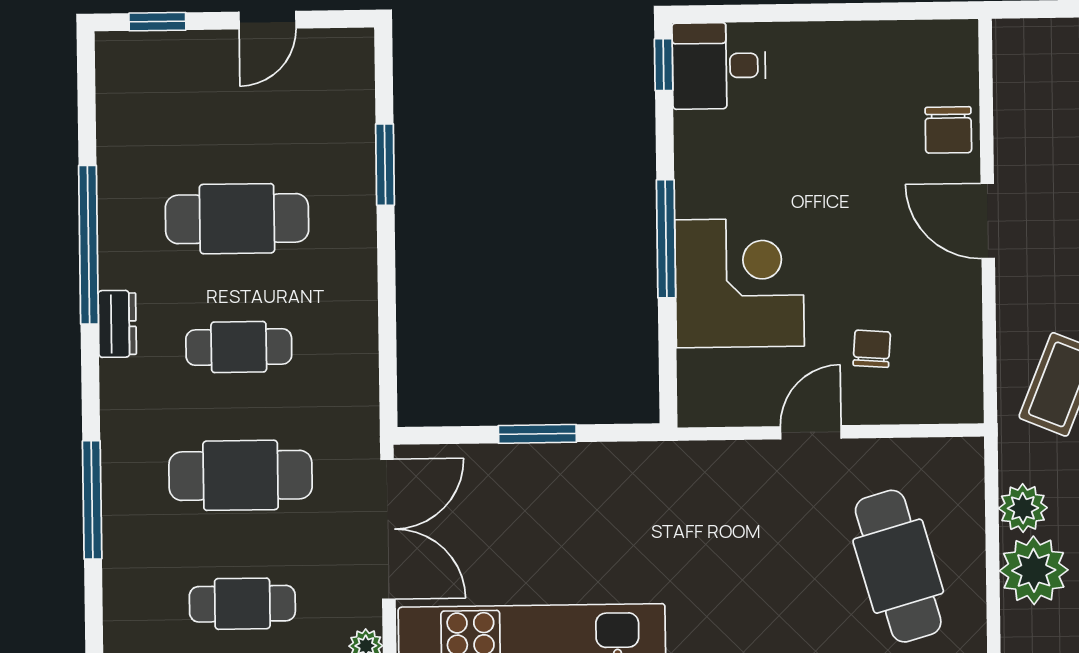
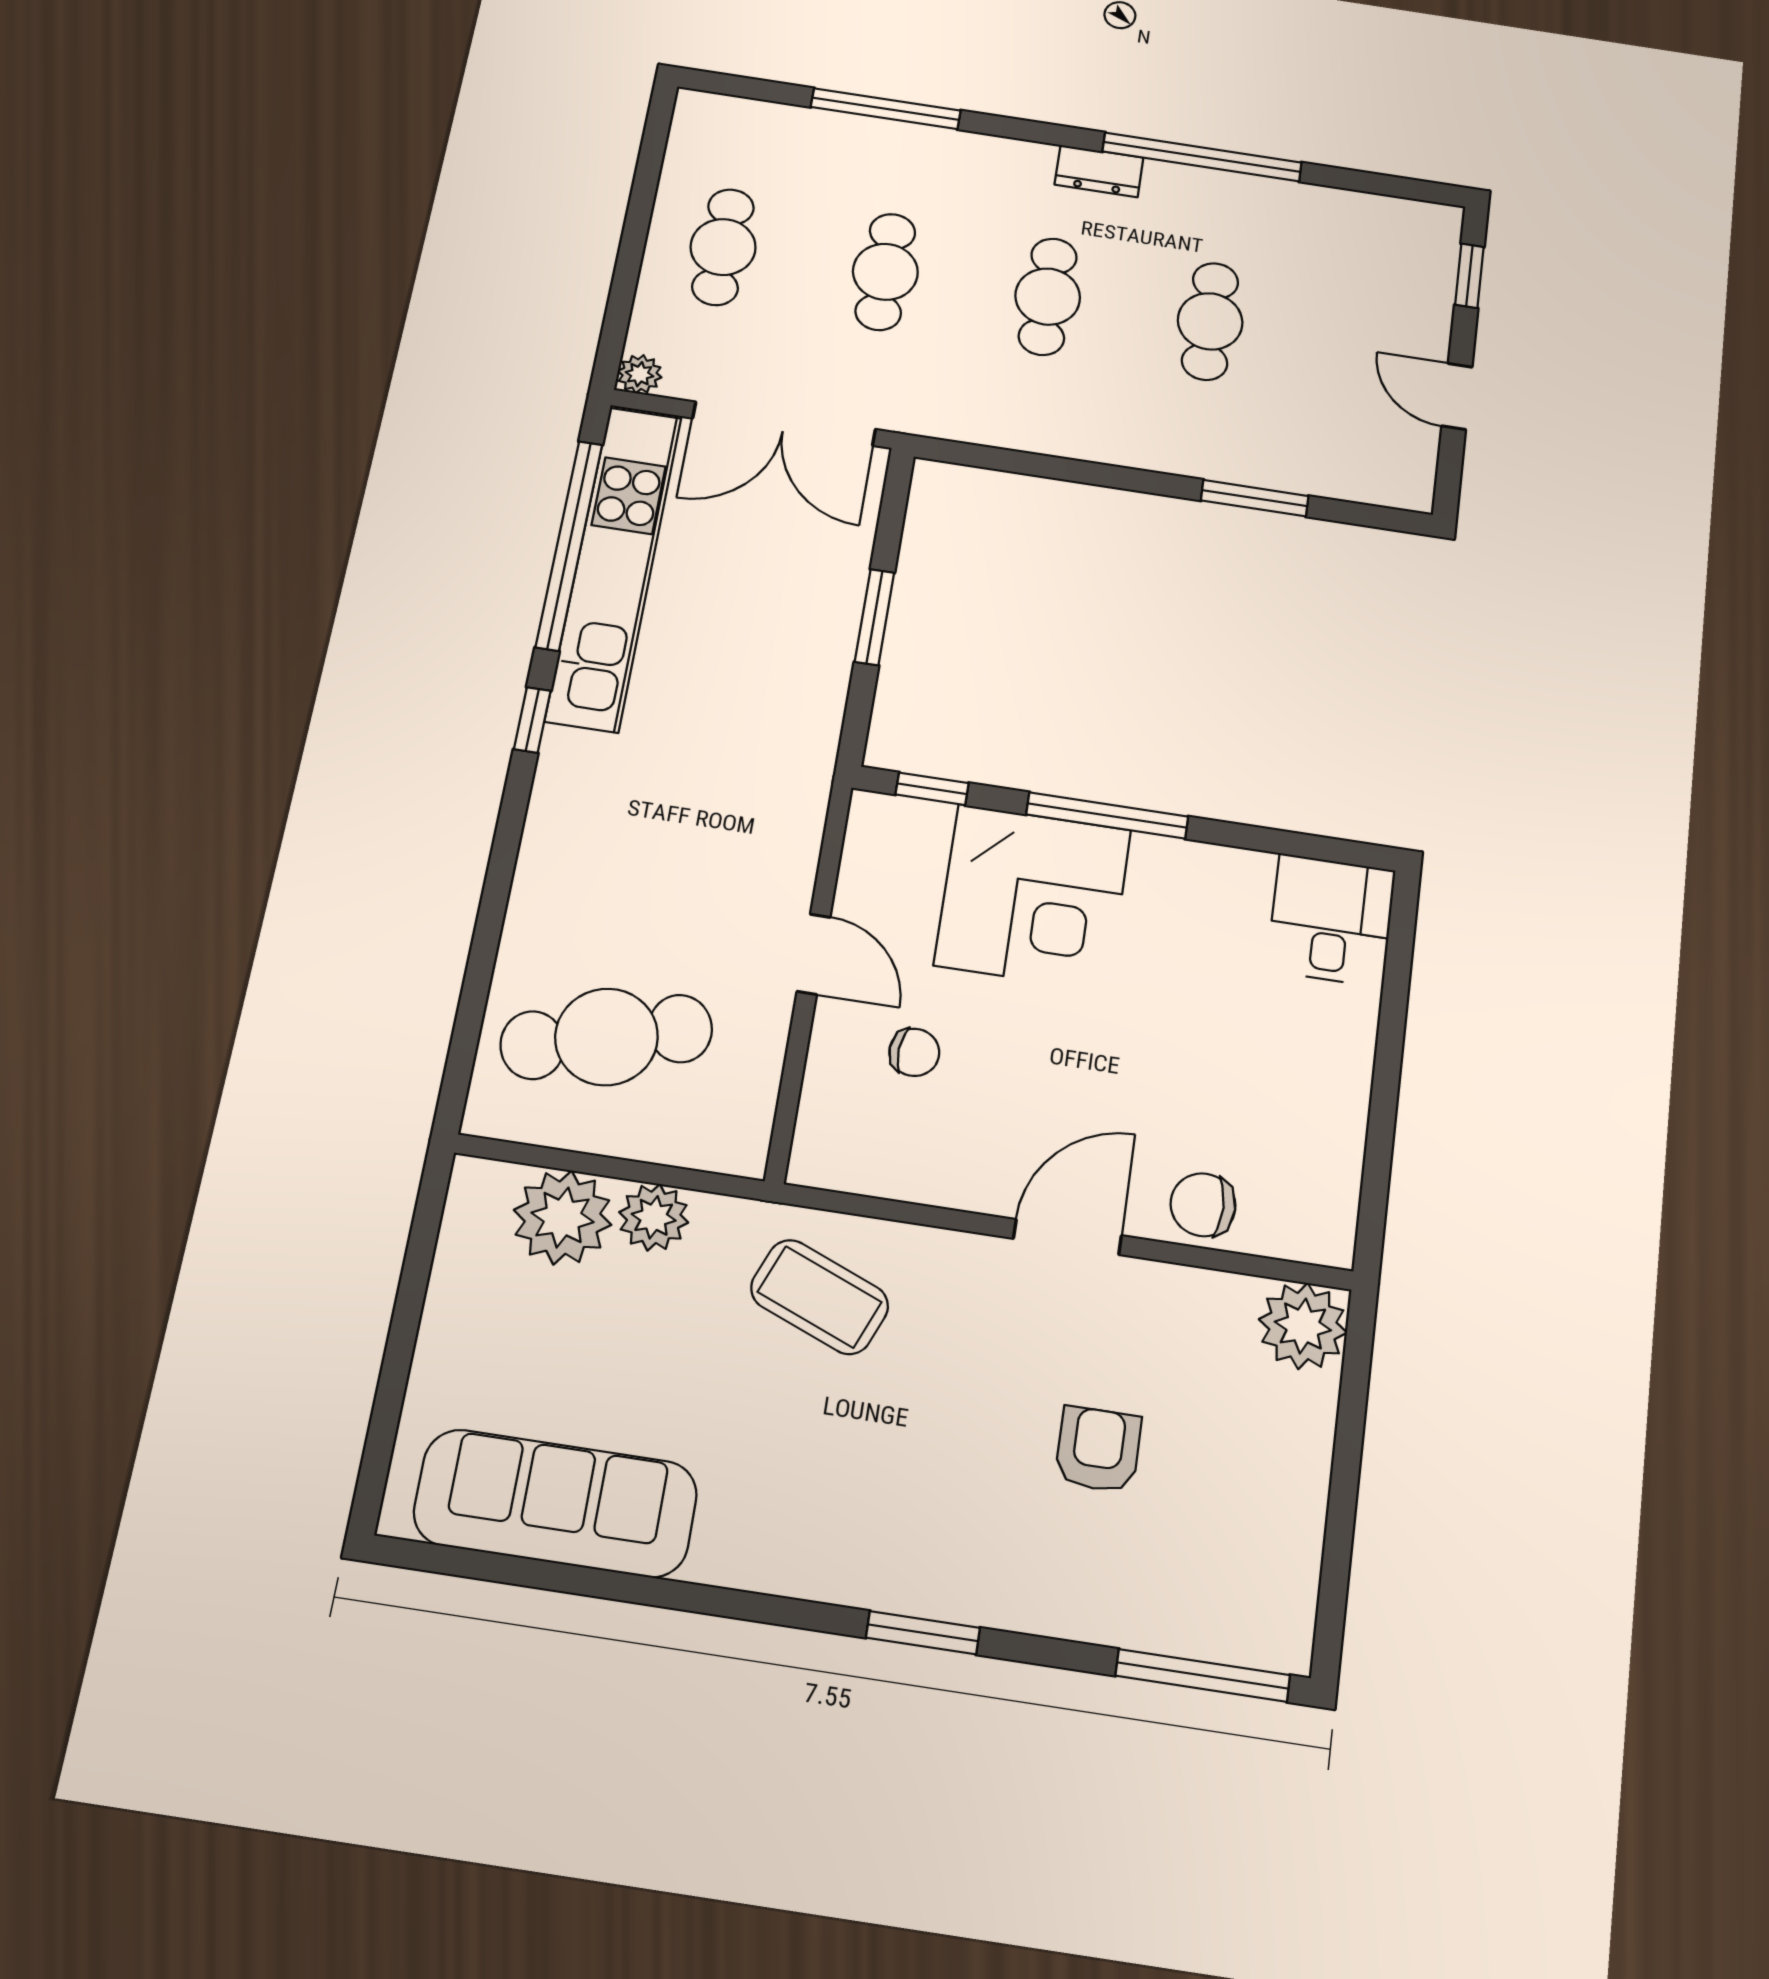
plant: (1023, 50) -> (1303, 1326), added
window: (664, 65) -> (932, 789), moved
cafe table: (237, 219) -> (1210, 321), width x0.73, depth x0.74
cafe table: (241, 475) -> (885, 272), width x0.73, depth x0.74

